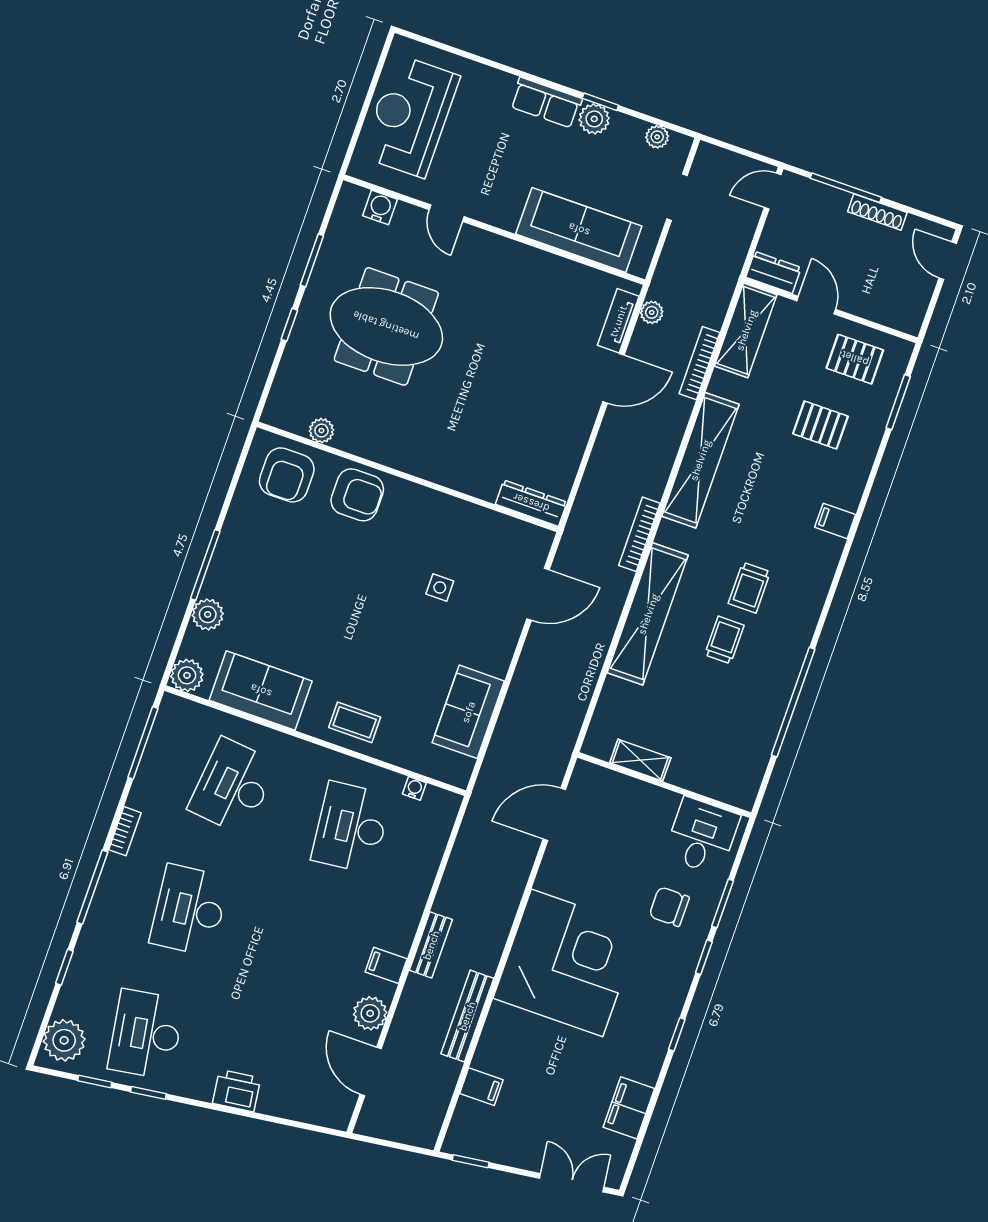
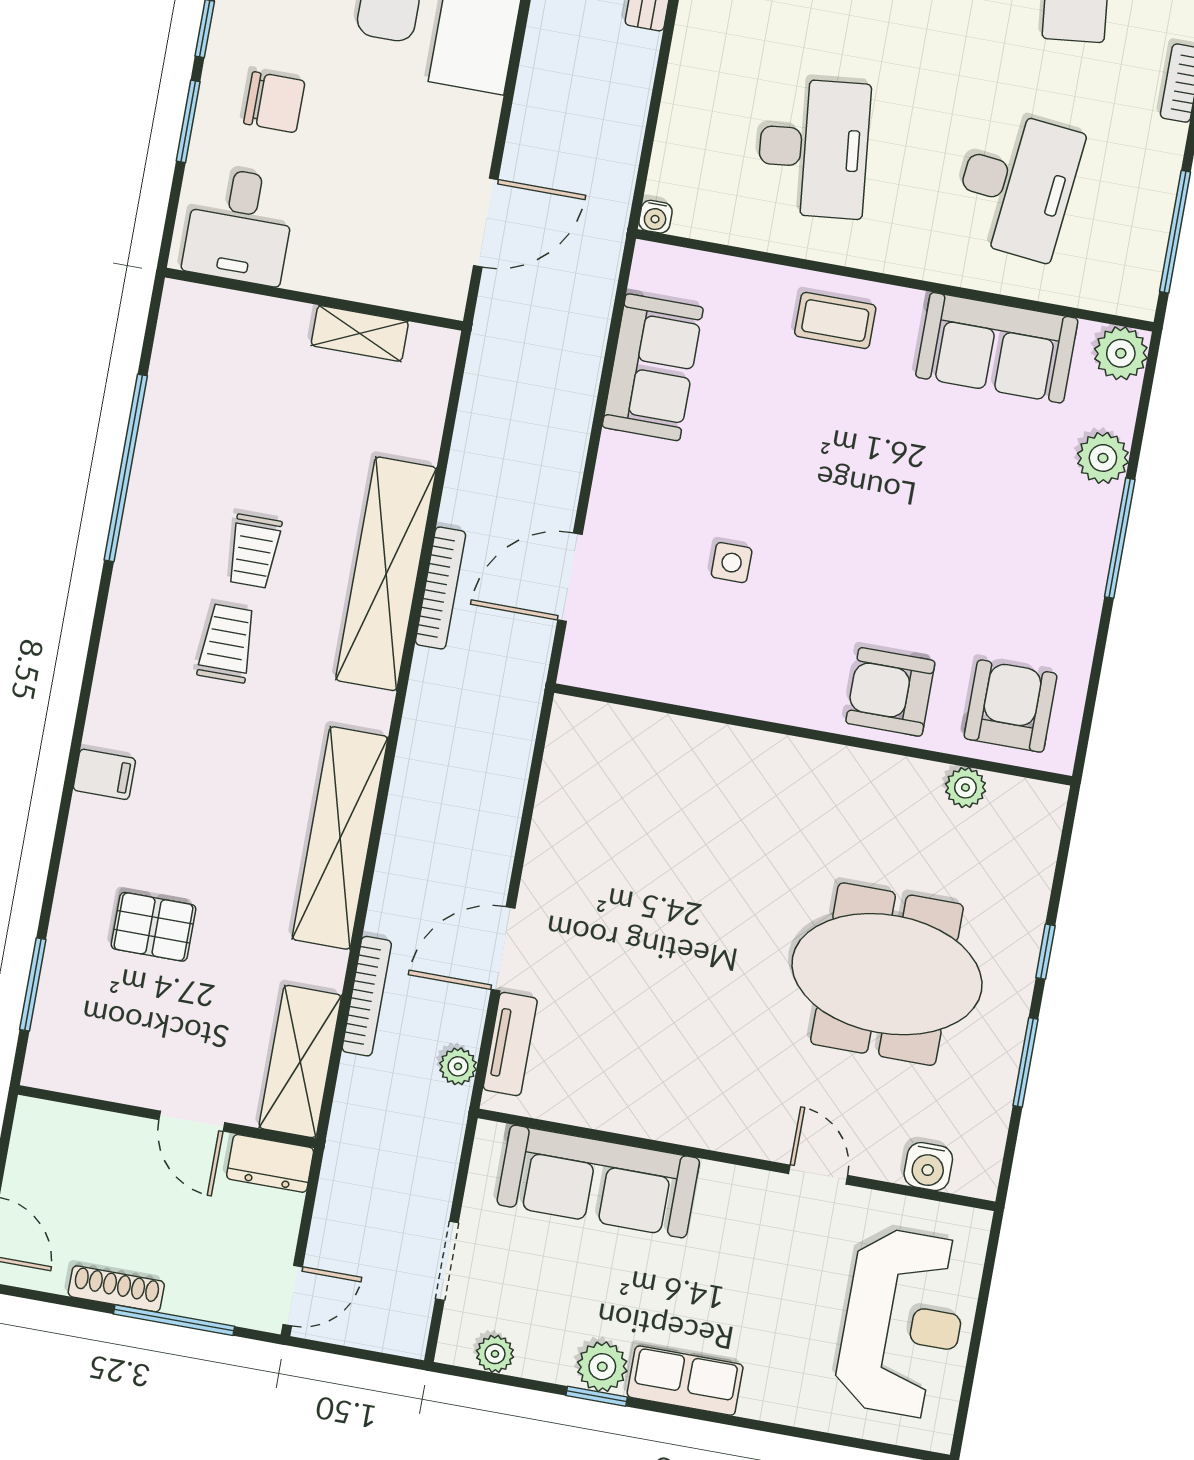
pallet: (855, 359) -> (115, 1043), removed
dresser: (531, 503) -> (605, 724), removed
bookcase: (639, 534) -> (441, 588), moved
water cooler: (414, 788) -> (655, 217), moved

